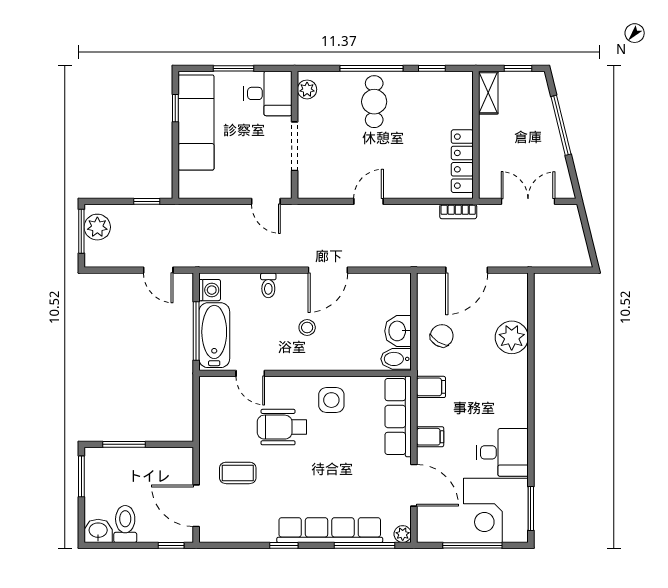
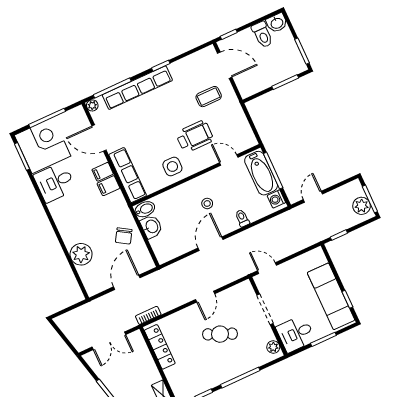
cafe table: (374, 102) -> (220, 334), moved, turned -67
door: (158, 270) -> (313, 197), hinge flipped
filing cabinet: (431, 387) -> (108, 186), moved

